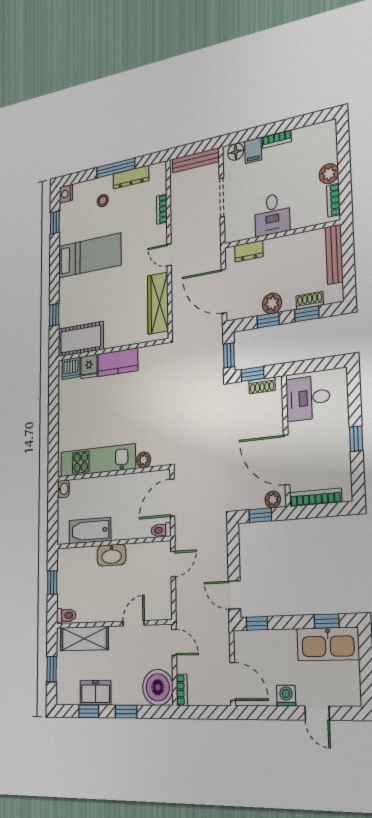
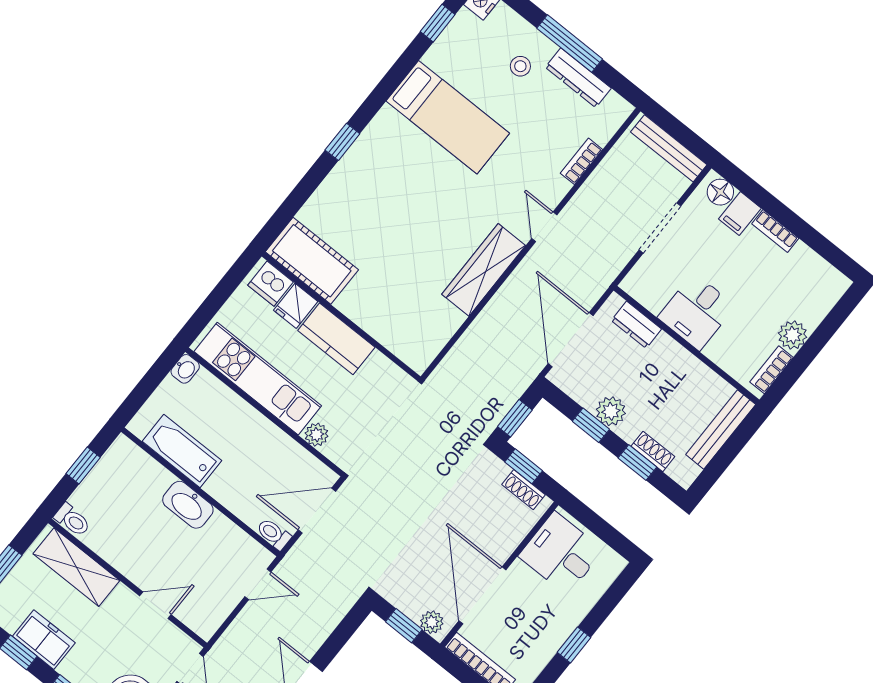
cot: (81, 339) -> (312, 261), moved
wall: (112, 350) -> (341, 316), moved
kitchen counter: (118, 362) -> (336, 339), moved
fridge: (89, 367) -> (296, 306), moved
dishwasher: (71, 368) -> (271, 284), moved

